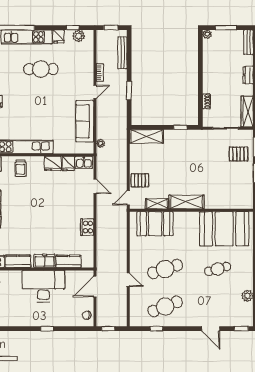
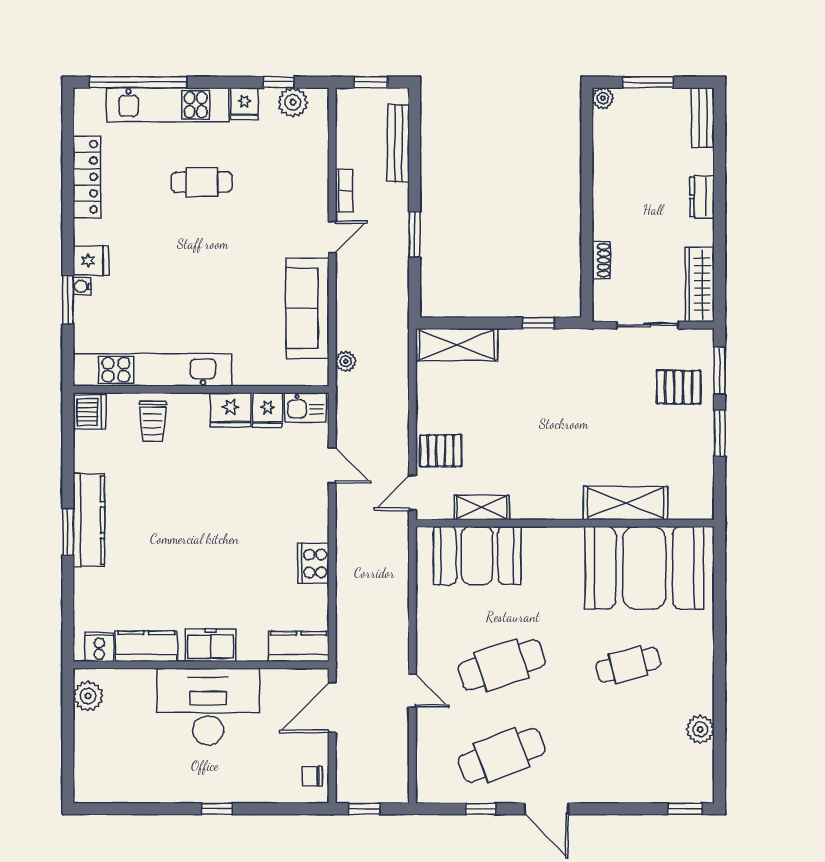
cafe table: (41, 69) -> (202, 182), width x0.73, depth x0.74
shelving: (187, 202) -> (625, 503), moved
kitchen counter: (68, 261) -> (299, 646), moved
door: (211, 329) -> (546, 809), moved

